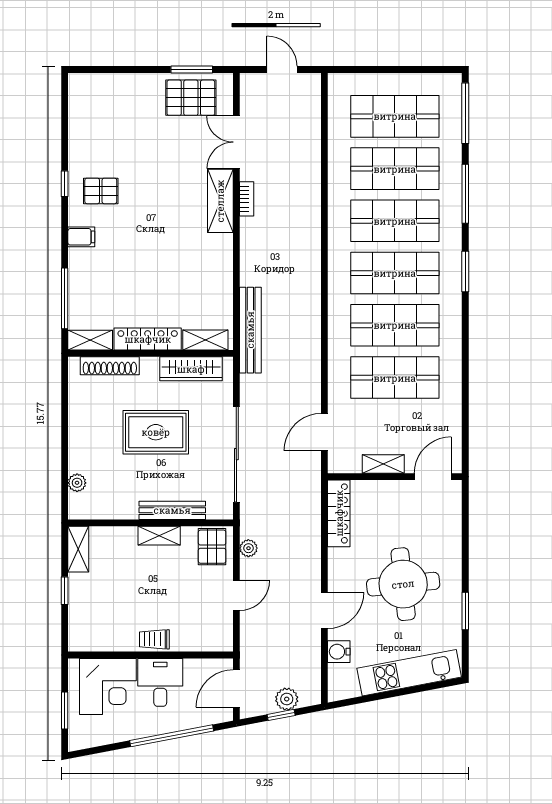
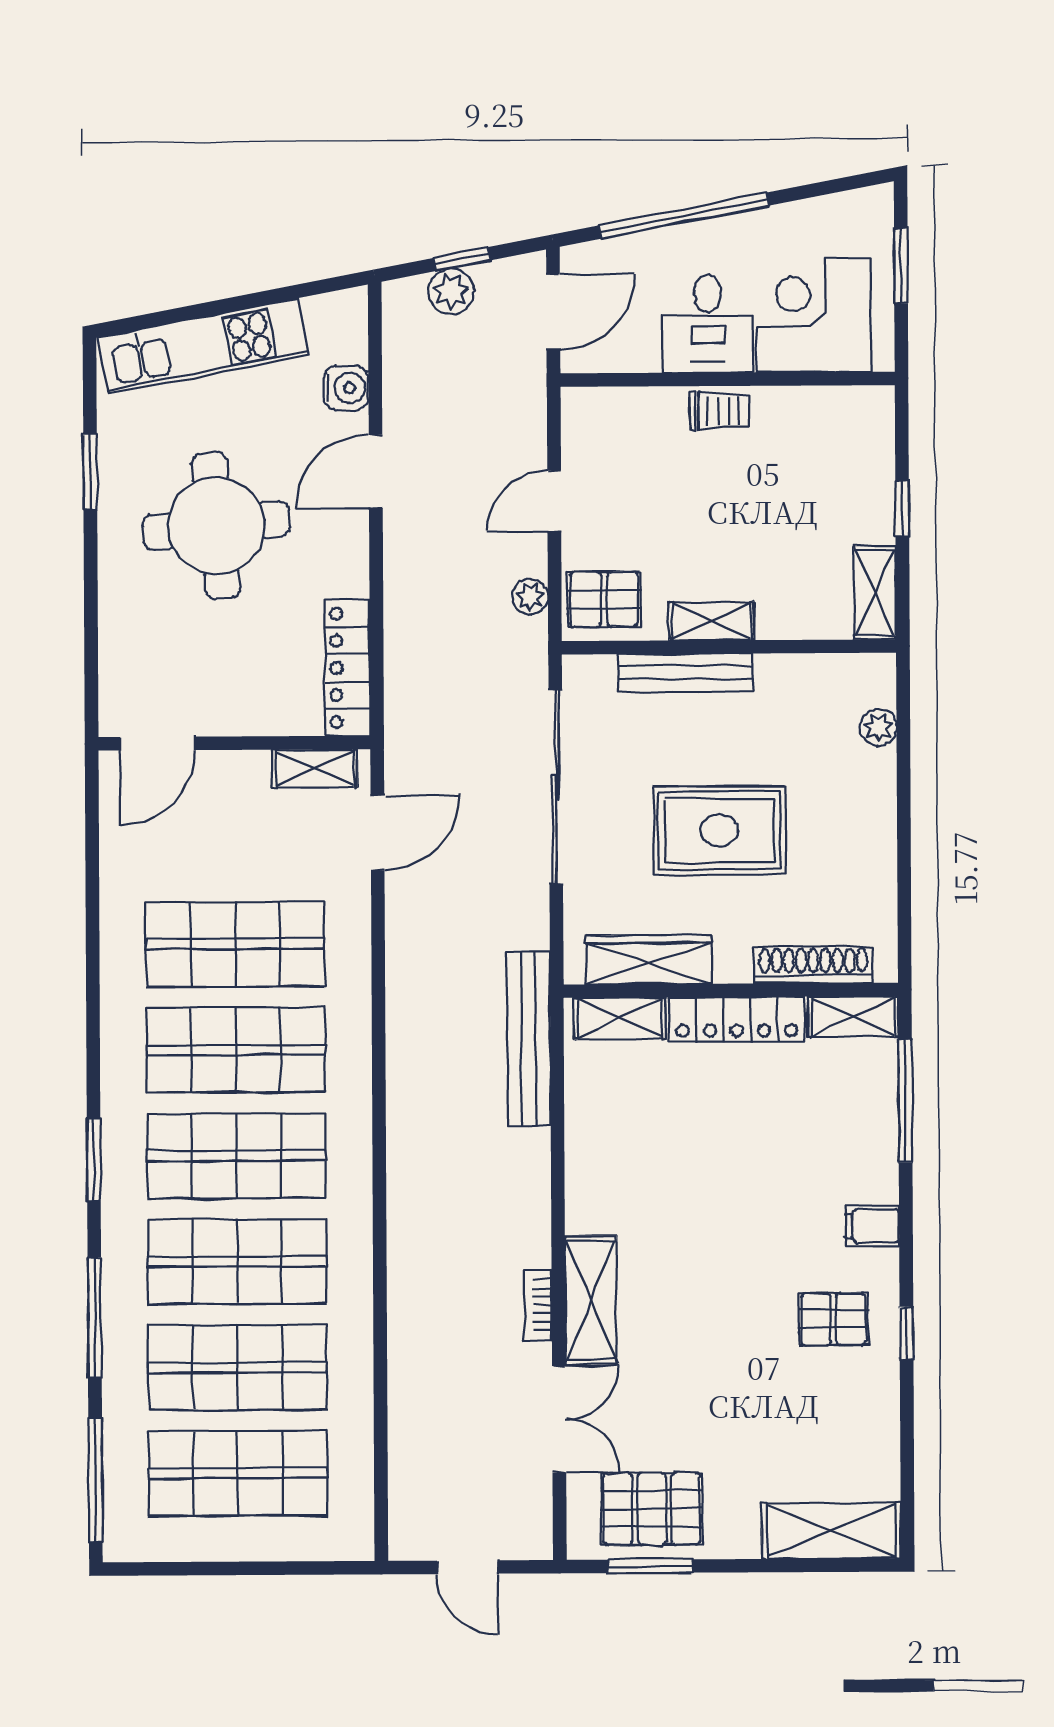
shelving: (102, 87) -> (831, 1531), added
shelving: (383, 464) -> (315, 768), moved
pallet: (212, 547) -> (604, 599), turned 90

